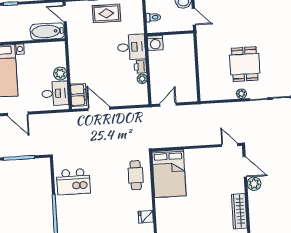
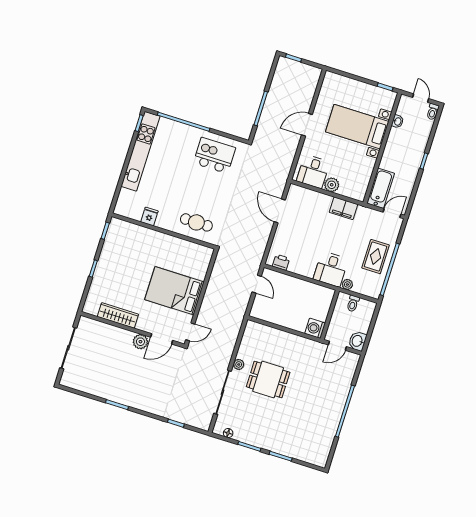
washing machine: (155, 43) -> (315, 328), moved
printer: (140, 67) -> (281, 262), moved
plant: (142, 79) -> (347, 284), moved
filing cabinet: (79, 95) -> (344, 208), moved
door: (99, 109) -> (280, 211), swing flipped
bed: (169, 174) -> (174, 291), moved
kitchen island: (73, 182) -> (214, 155), turned 90

